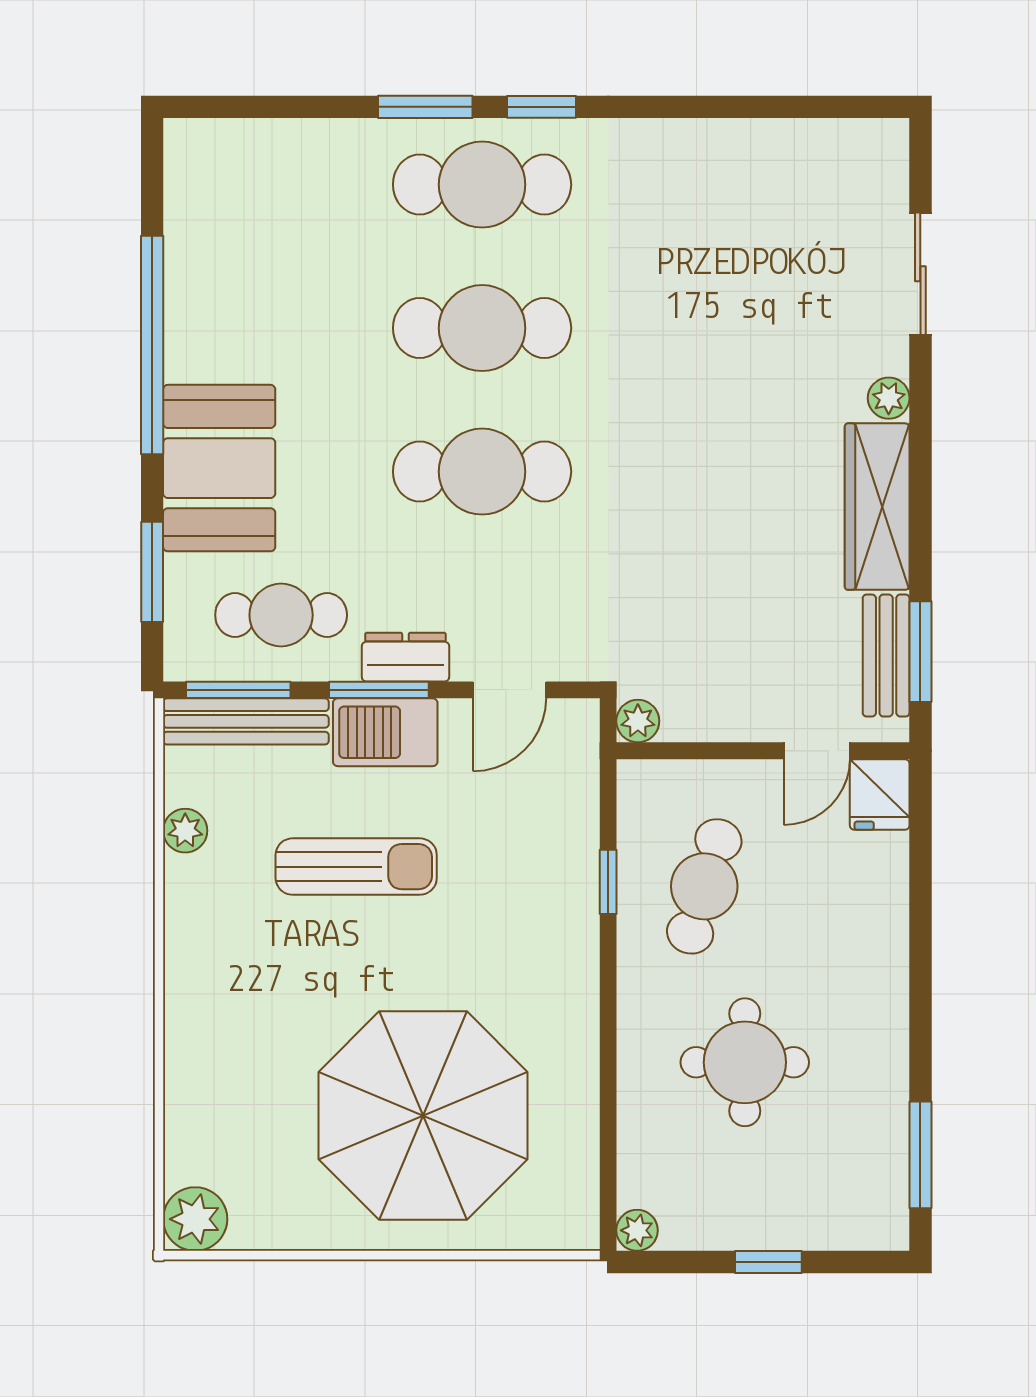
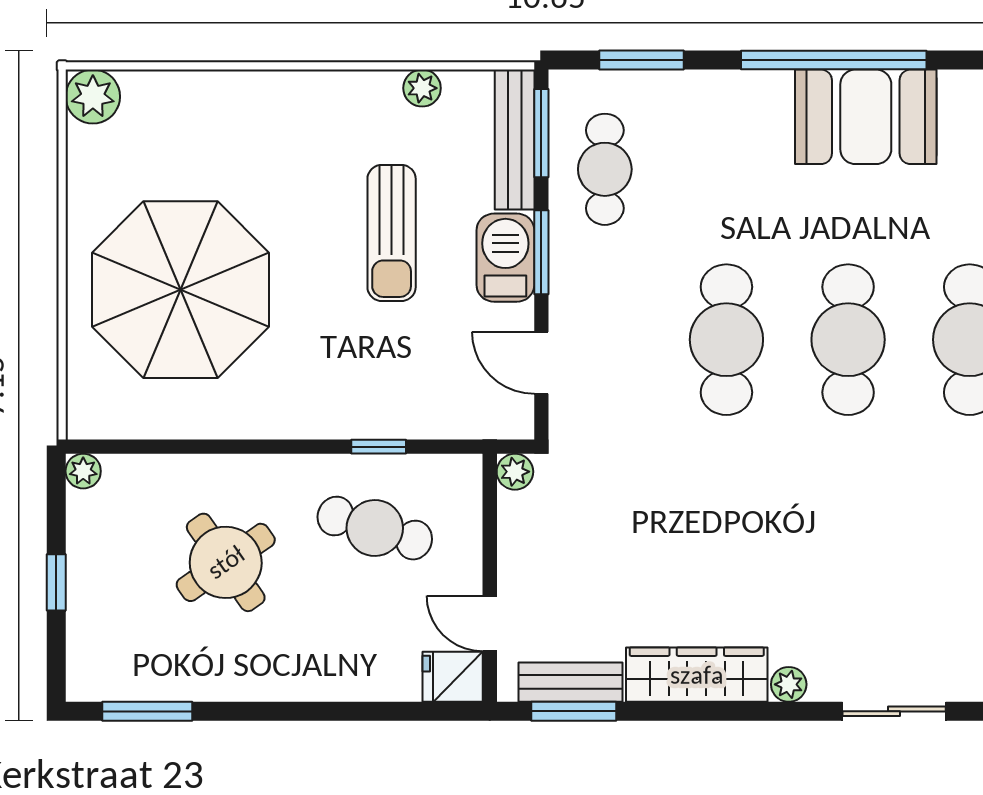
booth: (219, 468) -> (866, 117), moved
dresser: (405, 657) -> (569, 275), removed
round table: (745, 1062) -> (226, 562), turned -35

